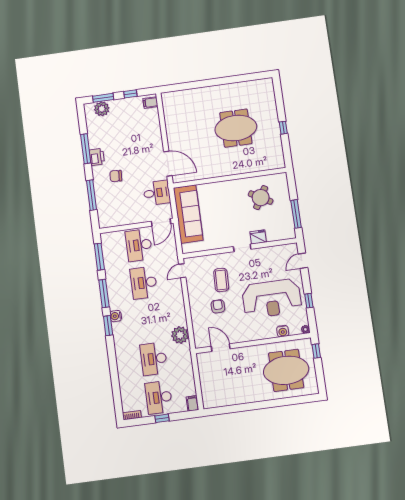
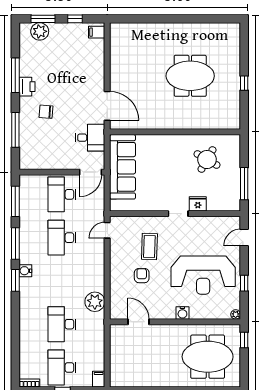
water cooler: (283, 331) -> (182, 313), moved

